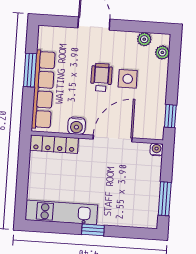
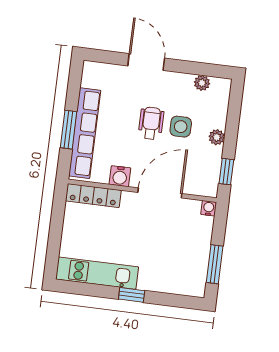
plant: (162, 52) -> (217, 137), moved
window: (30, 70) -> (69, 130), moved

